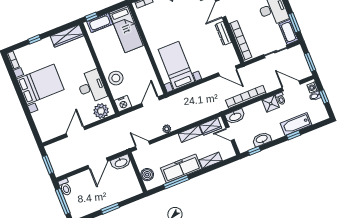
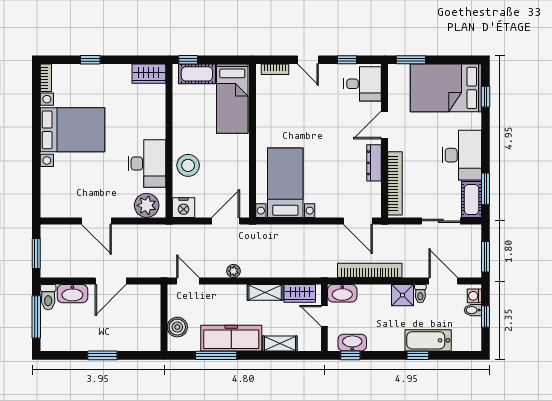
wardrobe: (67, 36) -> (149, 74), width x0.67
door: (75, 132) -> (96, 221), swing flipped
washbasin: (262, 139) -> (352, 343), moved
washbasin: (121, 163) -> (72, 294), moved

